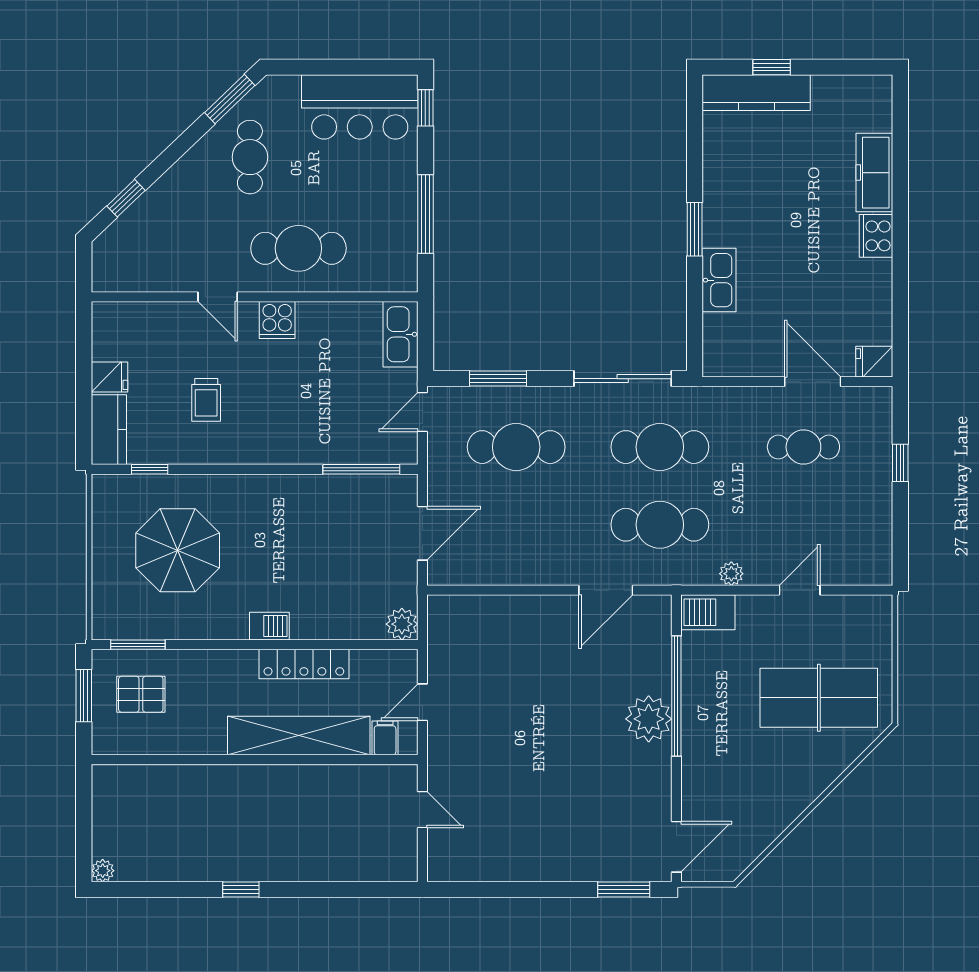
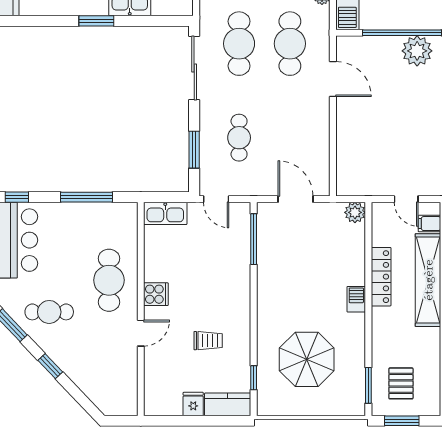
window: (126, 198) -> (50, 366), moved
cafe table: (516, 447) -> (239, 138), width x0.73, depth x0.74

